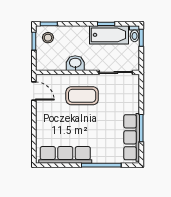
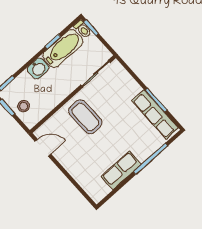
stool: (48, 38) -> (24, 106), moved
washbasin: (75, 63) -> (38, 68), moved, turned 180
coffee table: (82, 96) -> (85, 117), turned 90
row of seats: (65, 155) -> (121, 170), width x0.68

